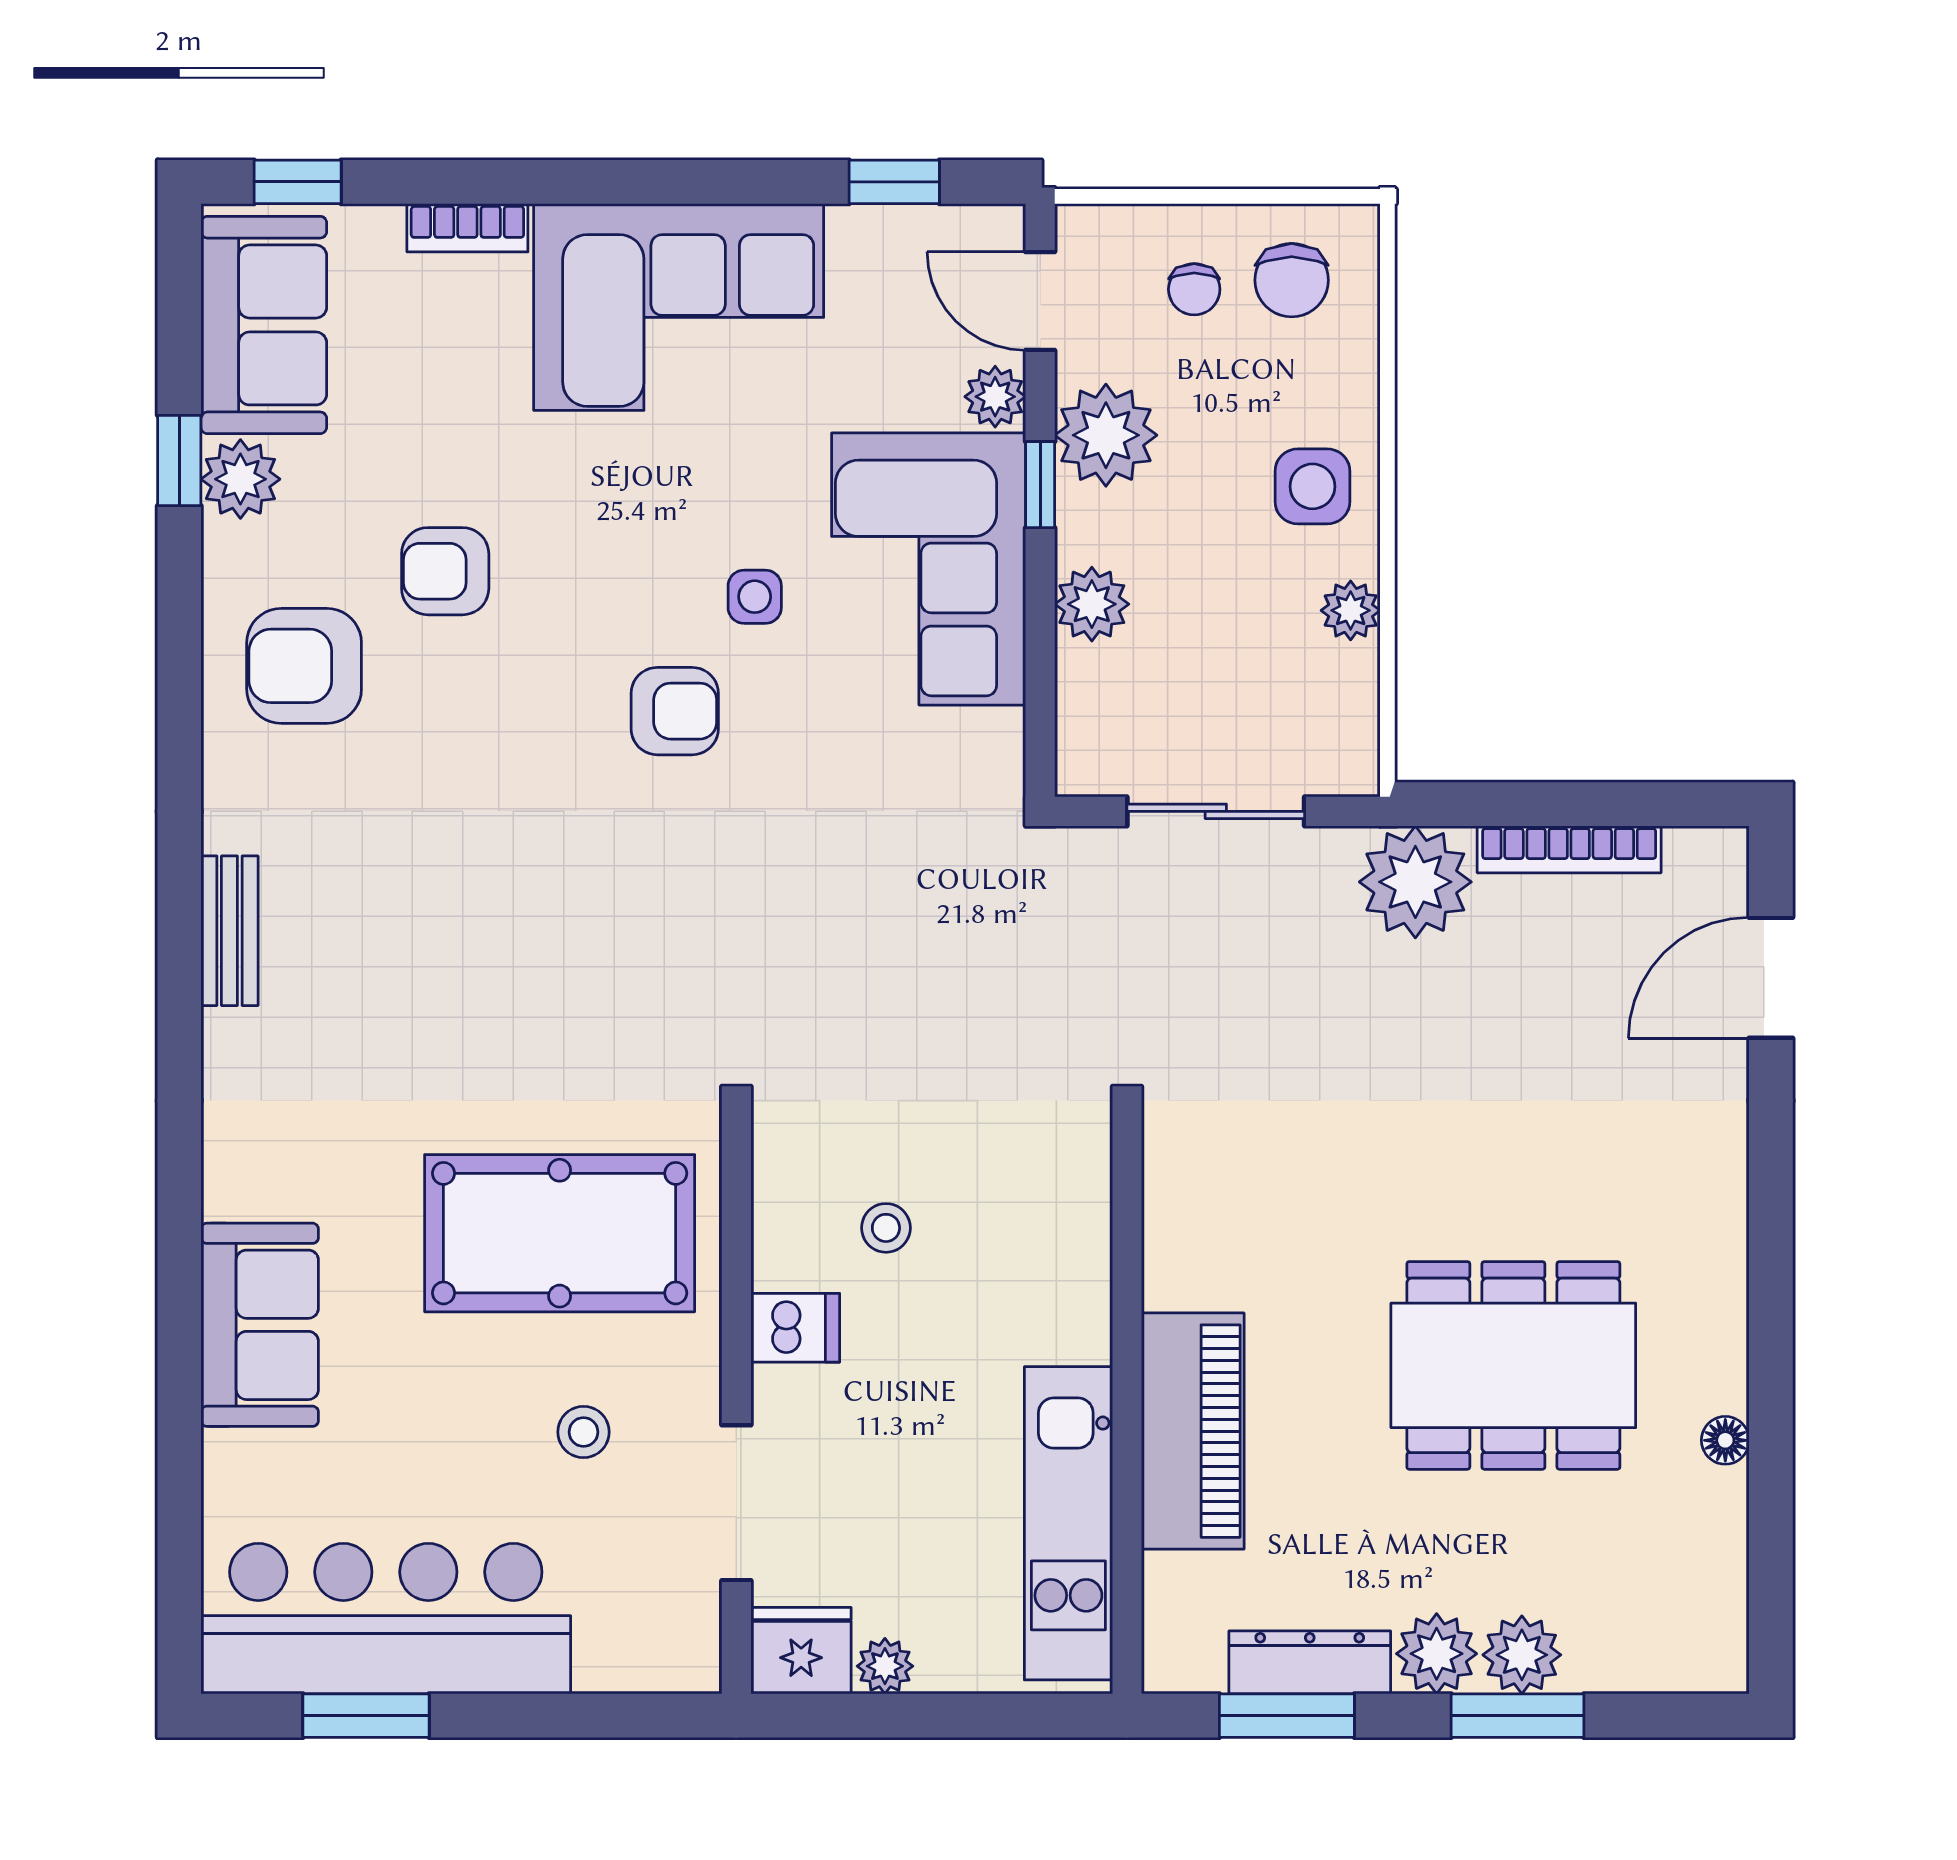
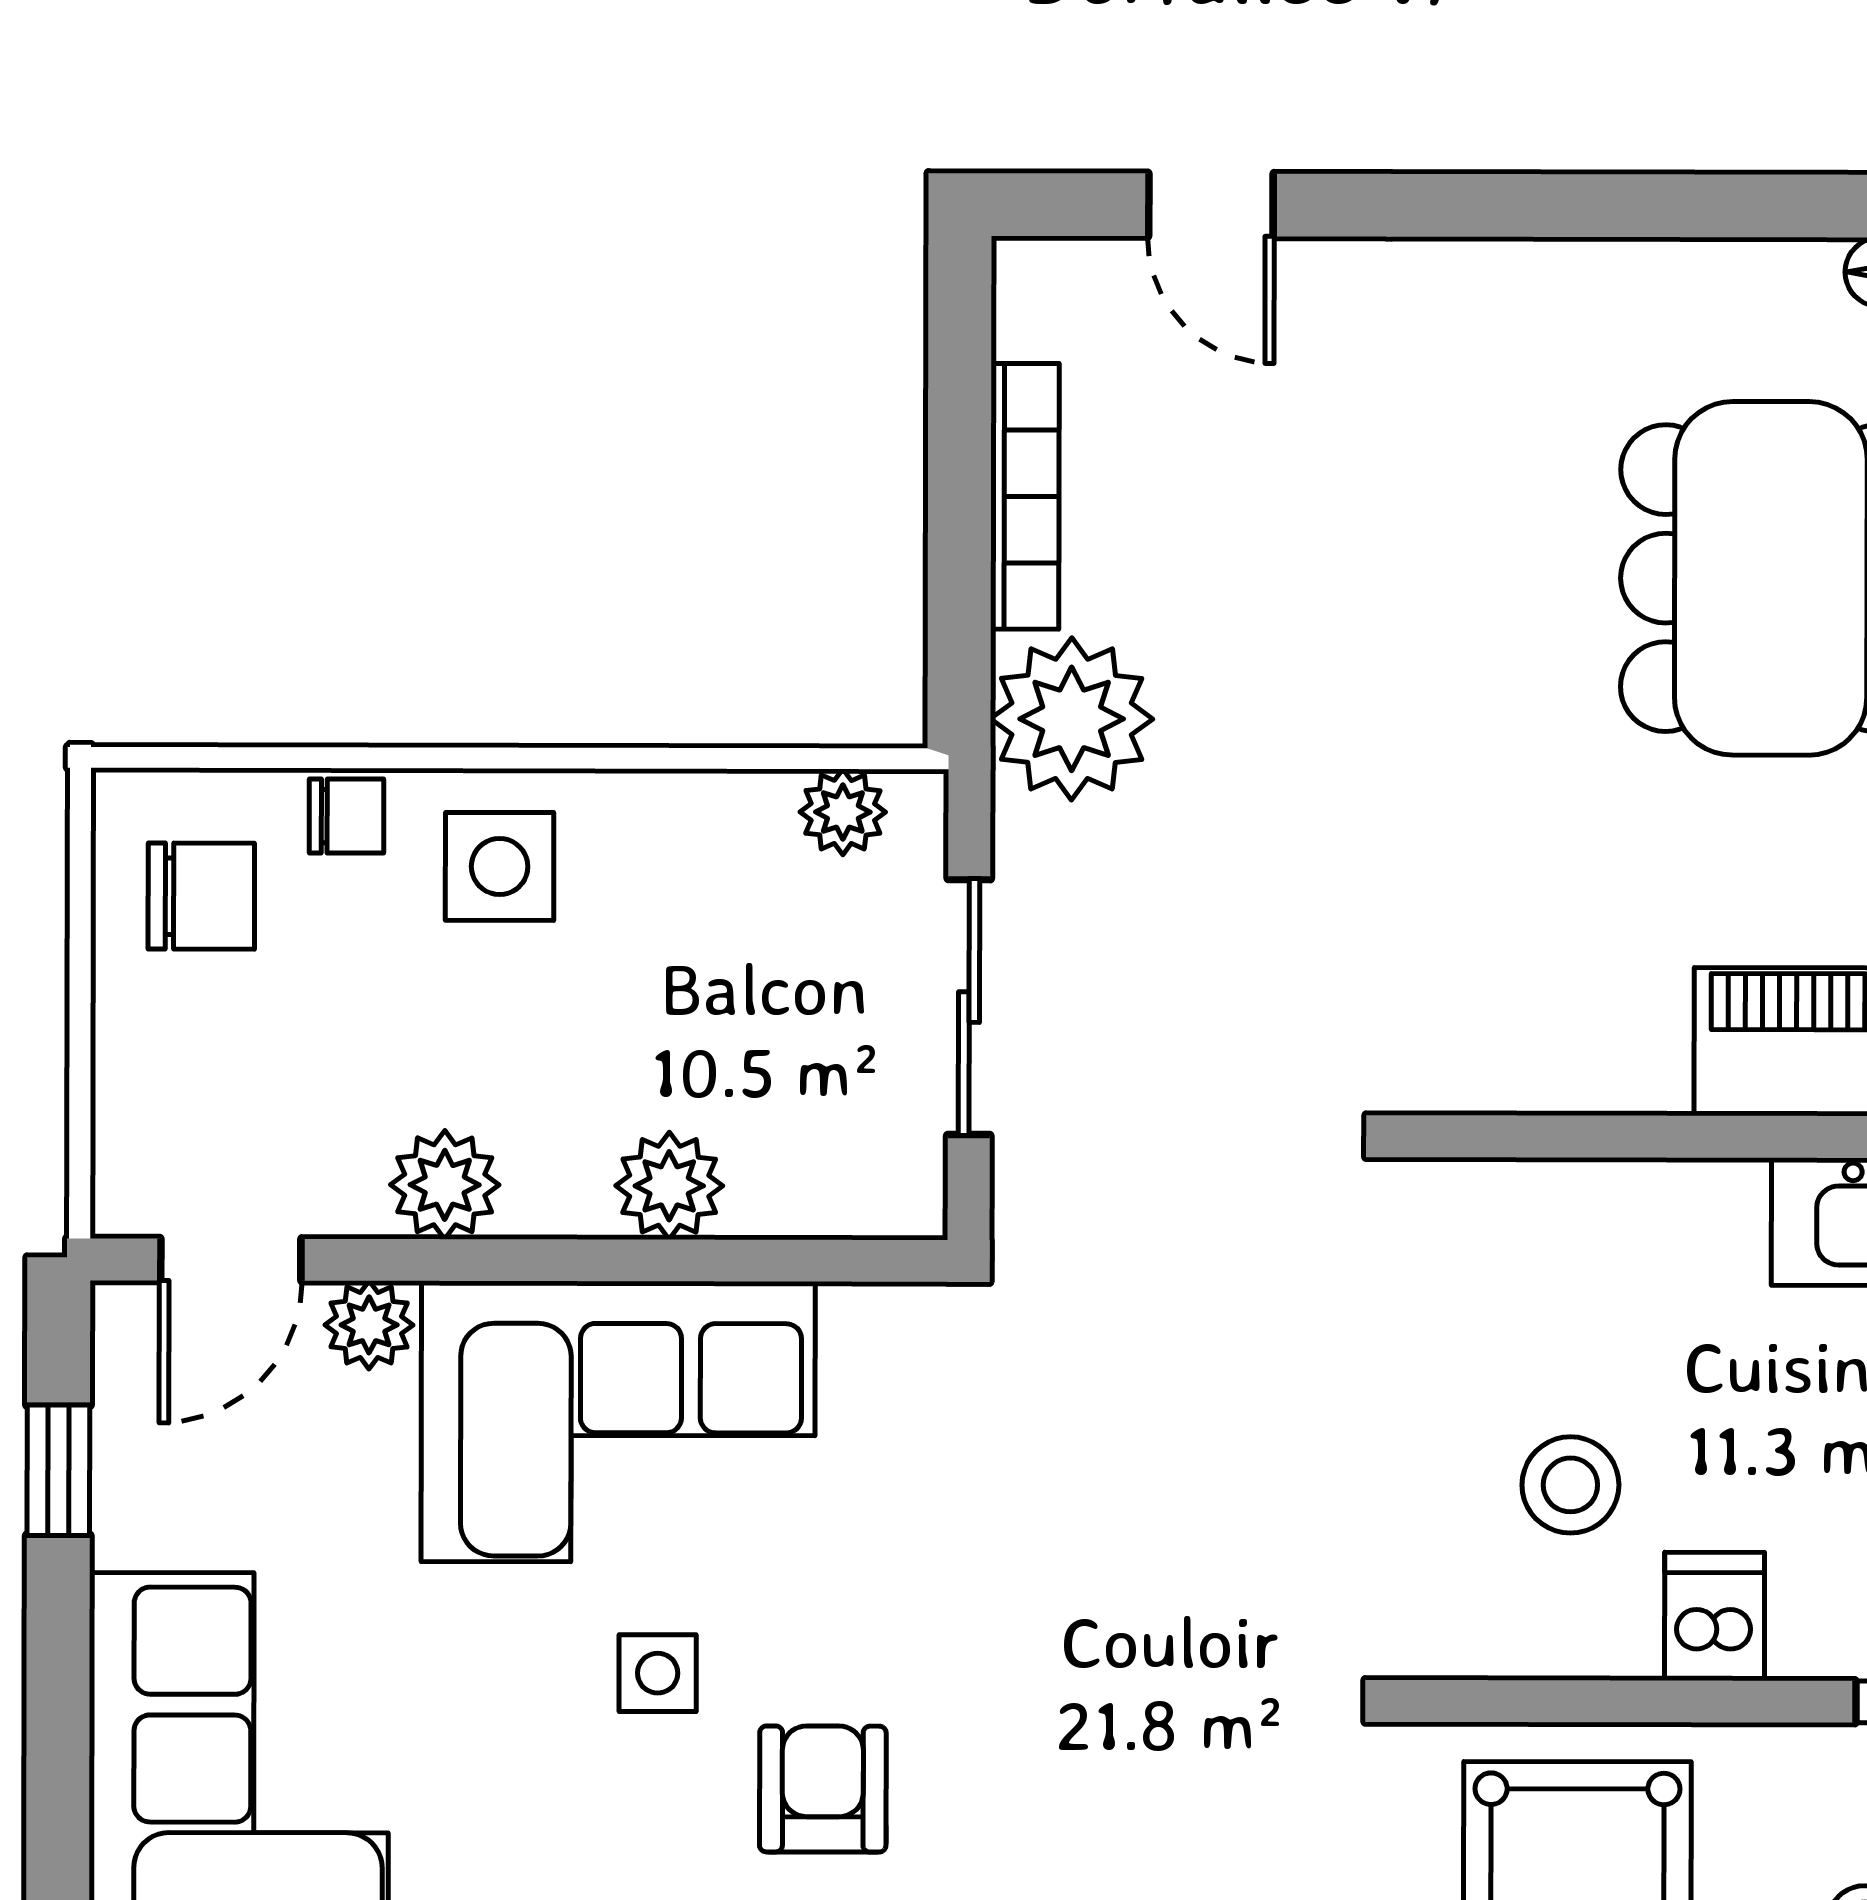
chair: (1194, 289) -> (347, 816), moved
plant: (1106, 435) -> (445, 1185), width x0.73, depth x0.73
window: (1040, 485) -> (496, 1260), removed
plant: (1351, 610) -> (843, 812), moved
door: (1771, 978) -> (1211, 205), width x0.73
stool: (886, 1228) -> (1570, 1485), width x1.37, depth x1.37

